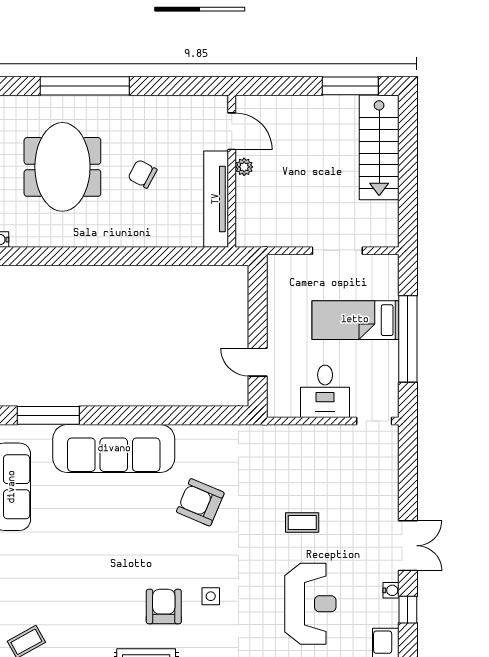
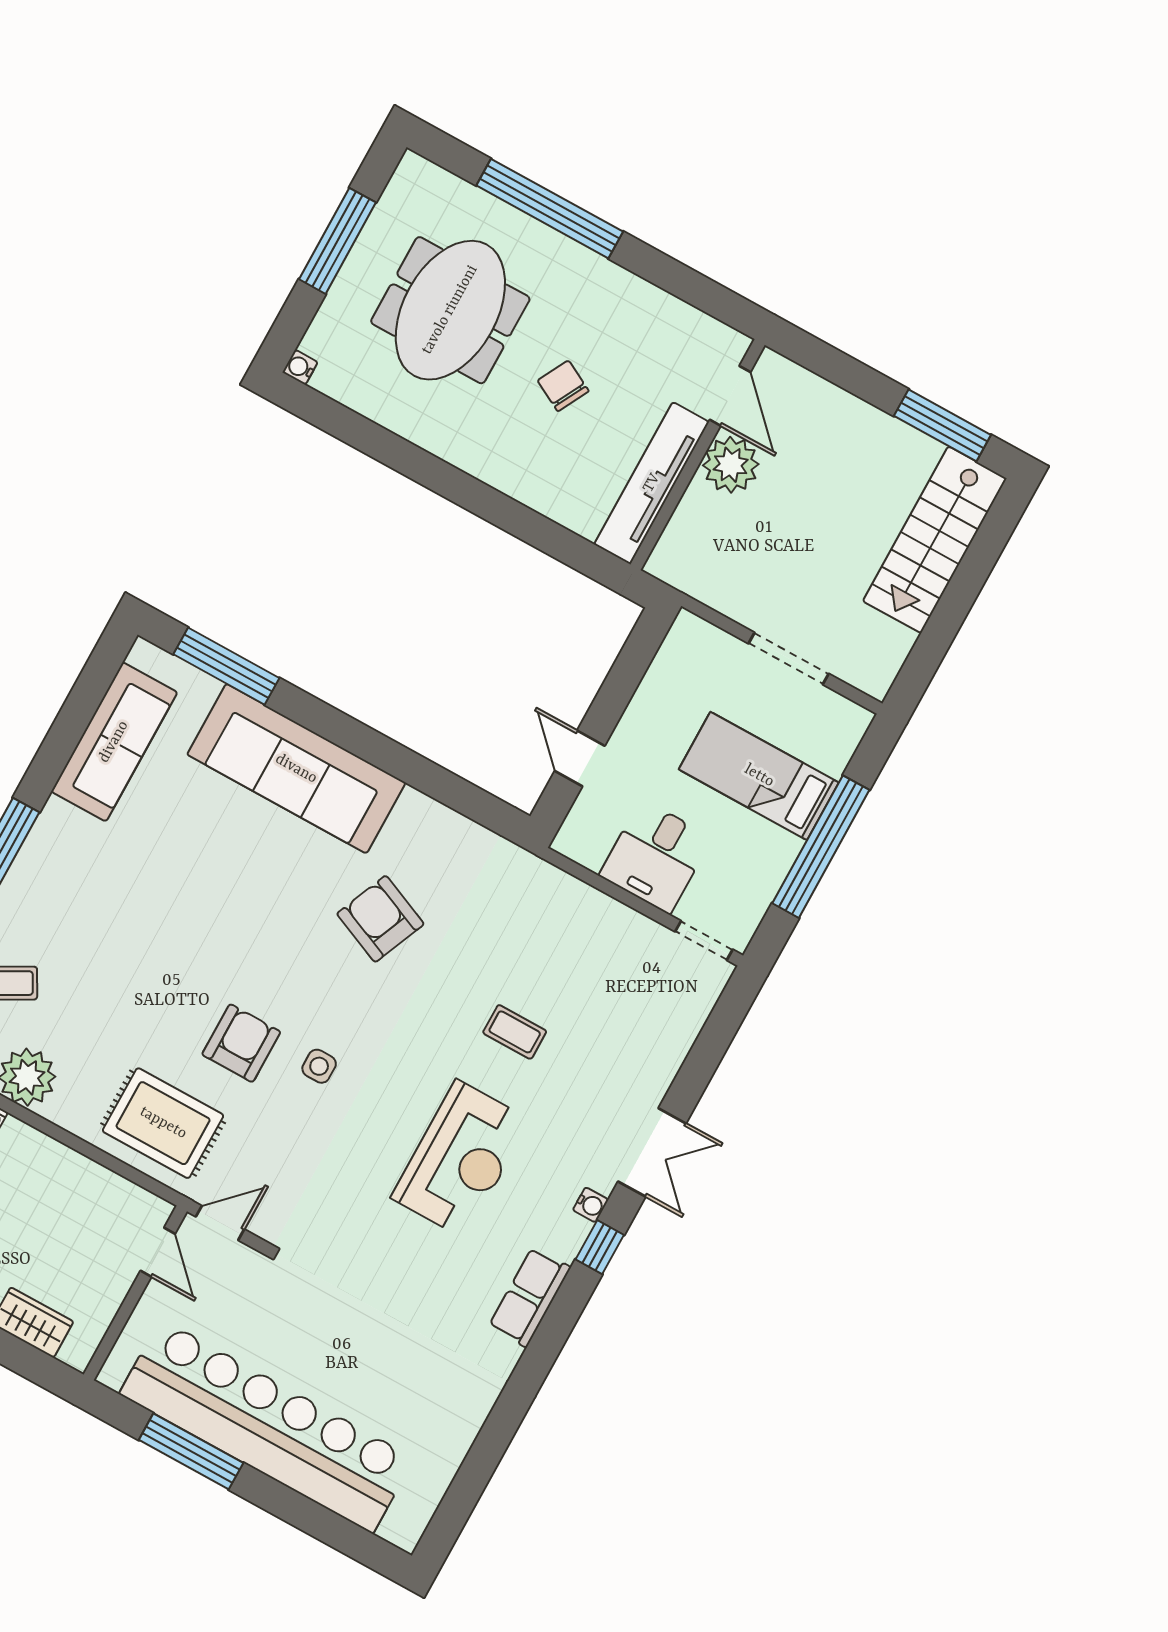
plant: (244, 167) -> (731, 465), width x1.88, depth x1.88

